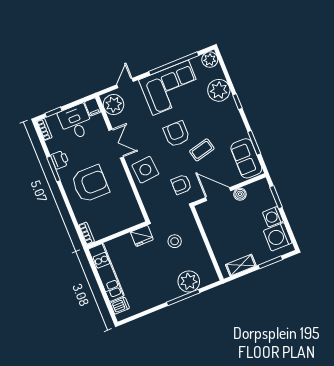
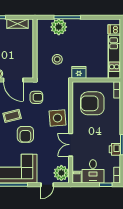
armchair: (90, 184) -> (92, 103), moved

